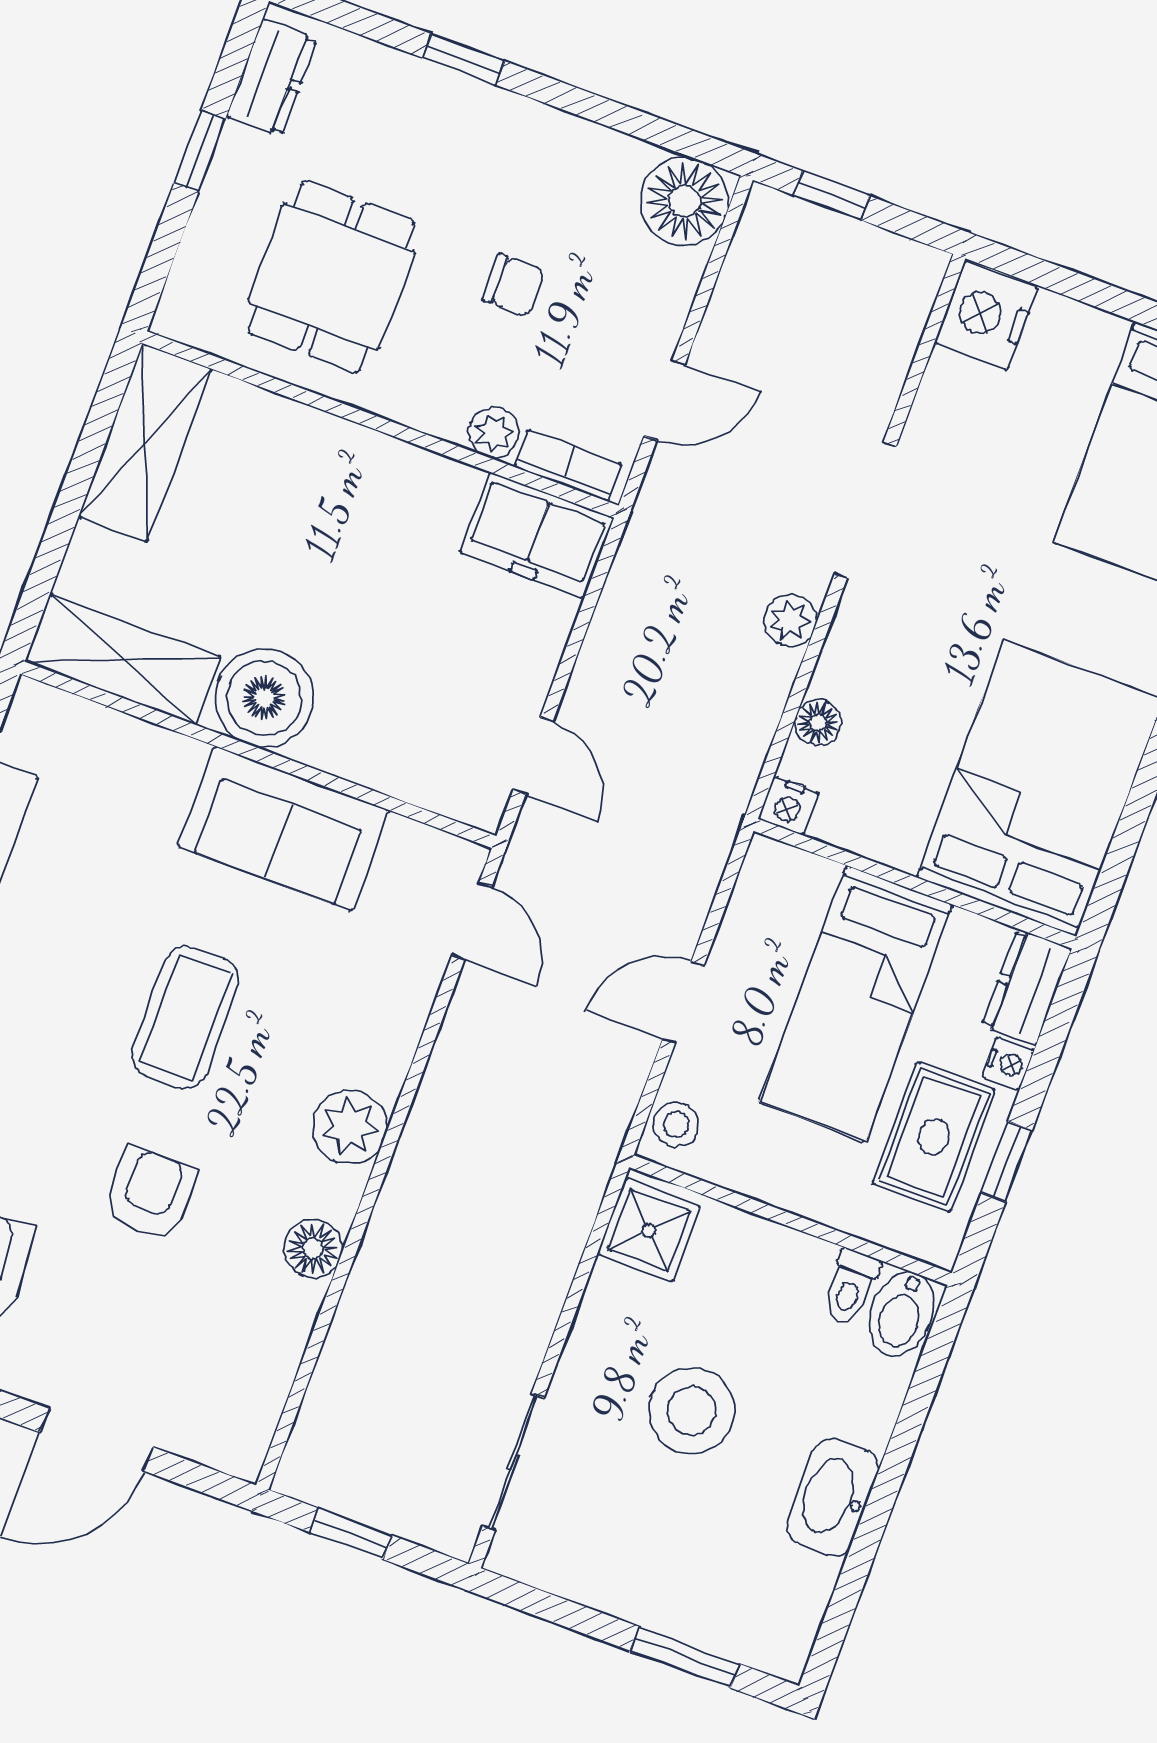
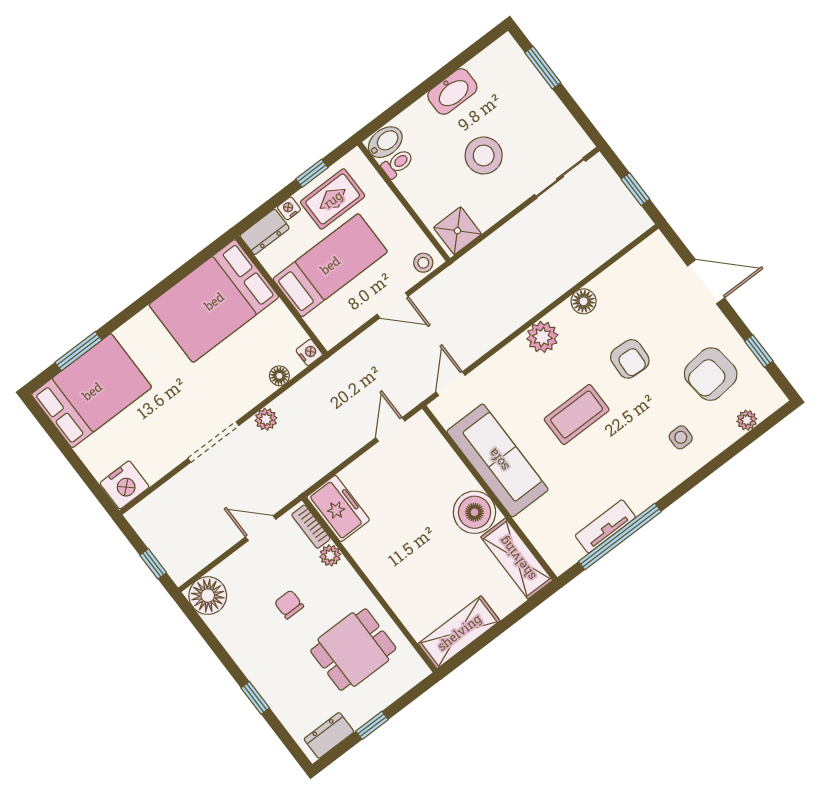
sofa: (283, 828) -> (498, 460), width x1.36
armchair: (150, 1193) -> (630, 359), turned -87

